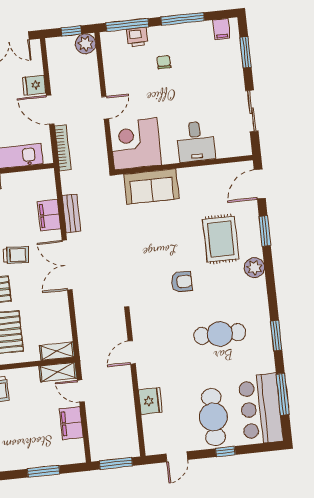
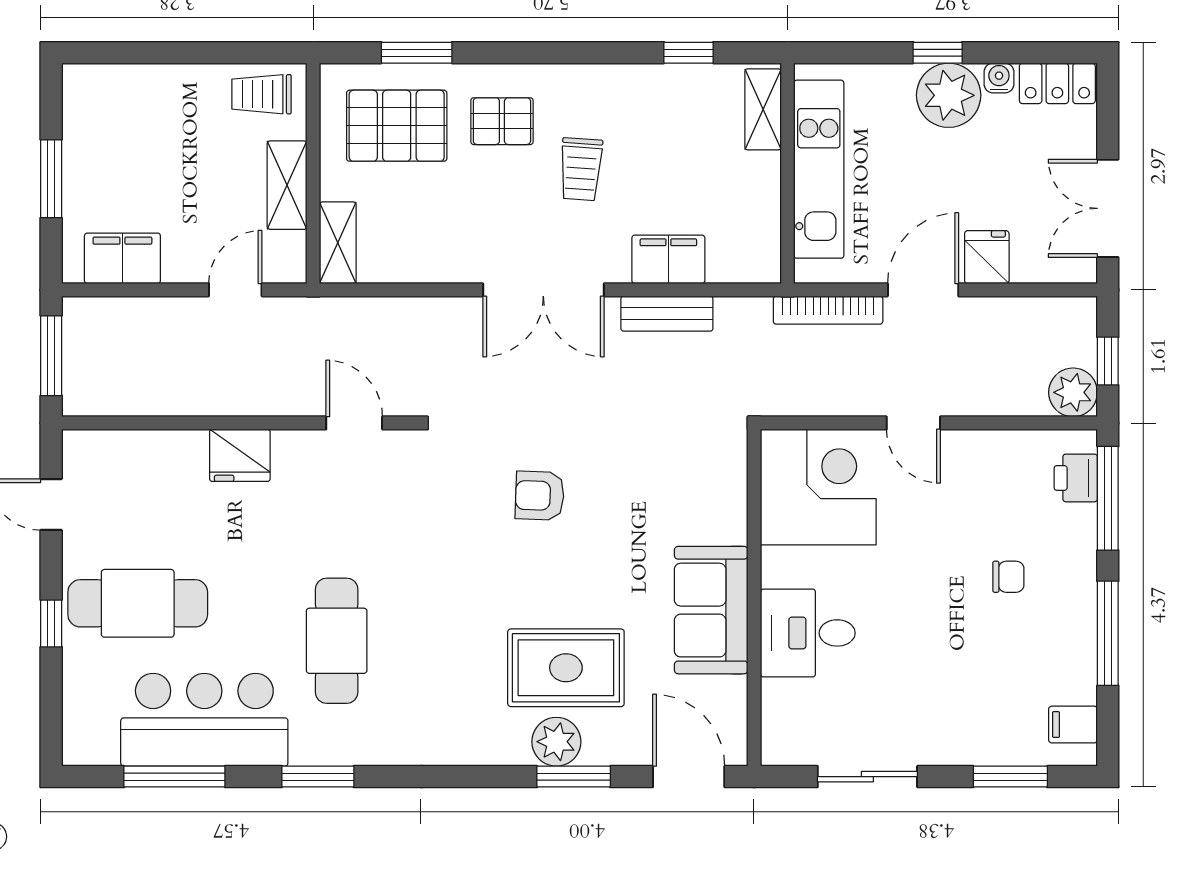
printer: (137, 37) -> (1076, 478), moved
sofa: (151, 186) -> (711, 610), moved
double door: (67, 265) -> (543, 290), swing flipped
plant: (254, 268) -> (556, 742), moved
armchair: (182, 282) -> (540, 496), moved, turned 92
door: (132, 352) -> (354, 423), moved
shelving: (58, 372) -> (287, 185), moved
fridge: (150, 401) -> (240, 455), moved
bar counter: (261, 409) -> (204, 720), moved
filing cabinet: (71, 423) -> (122, 258), moved

